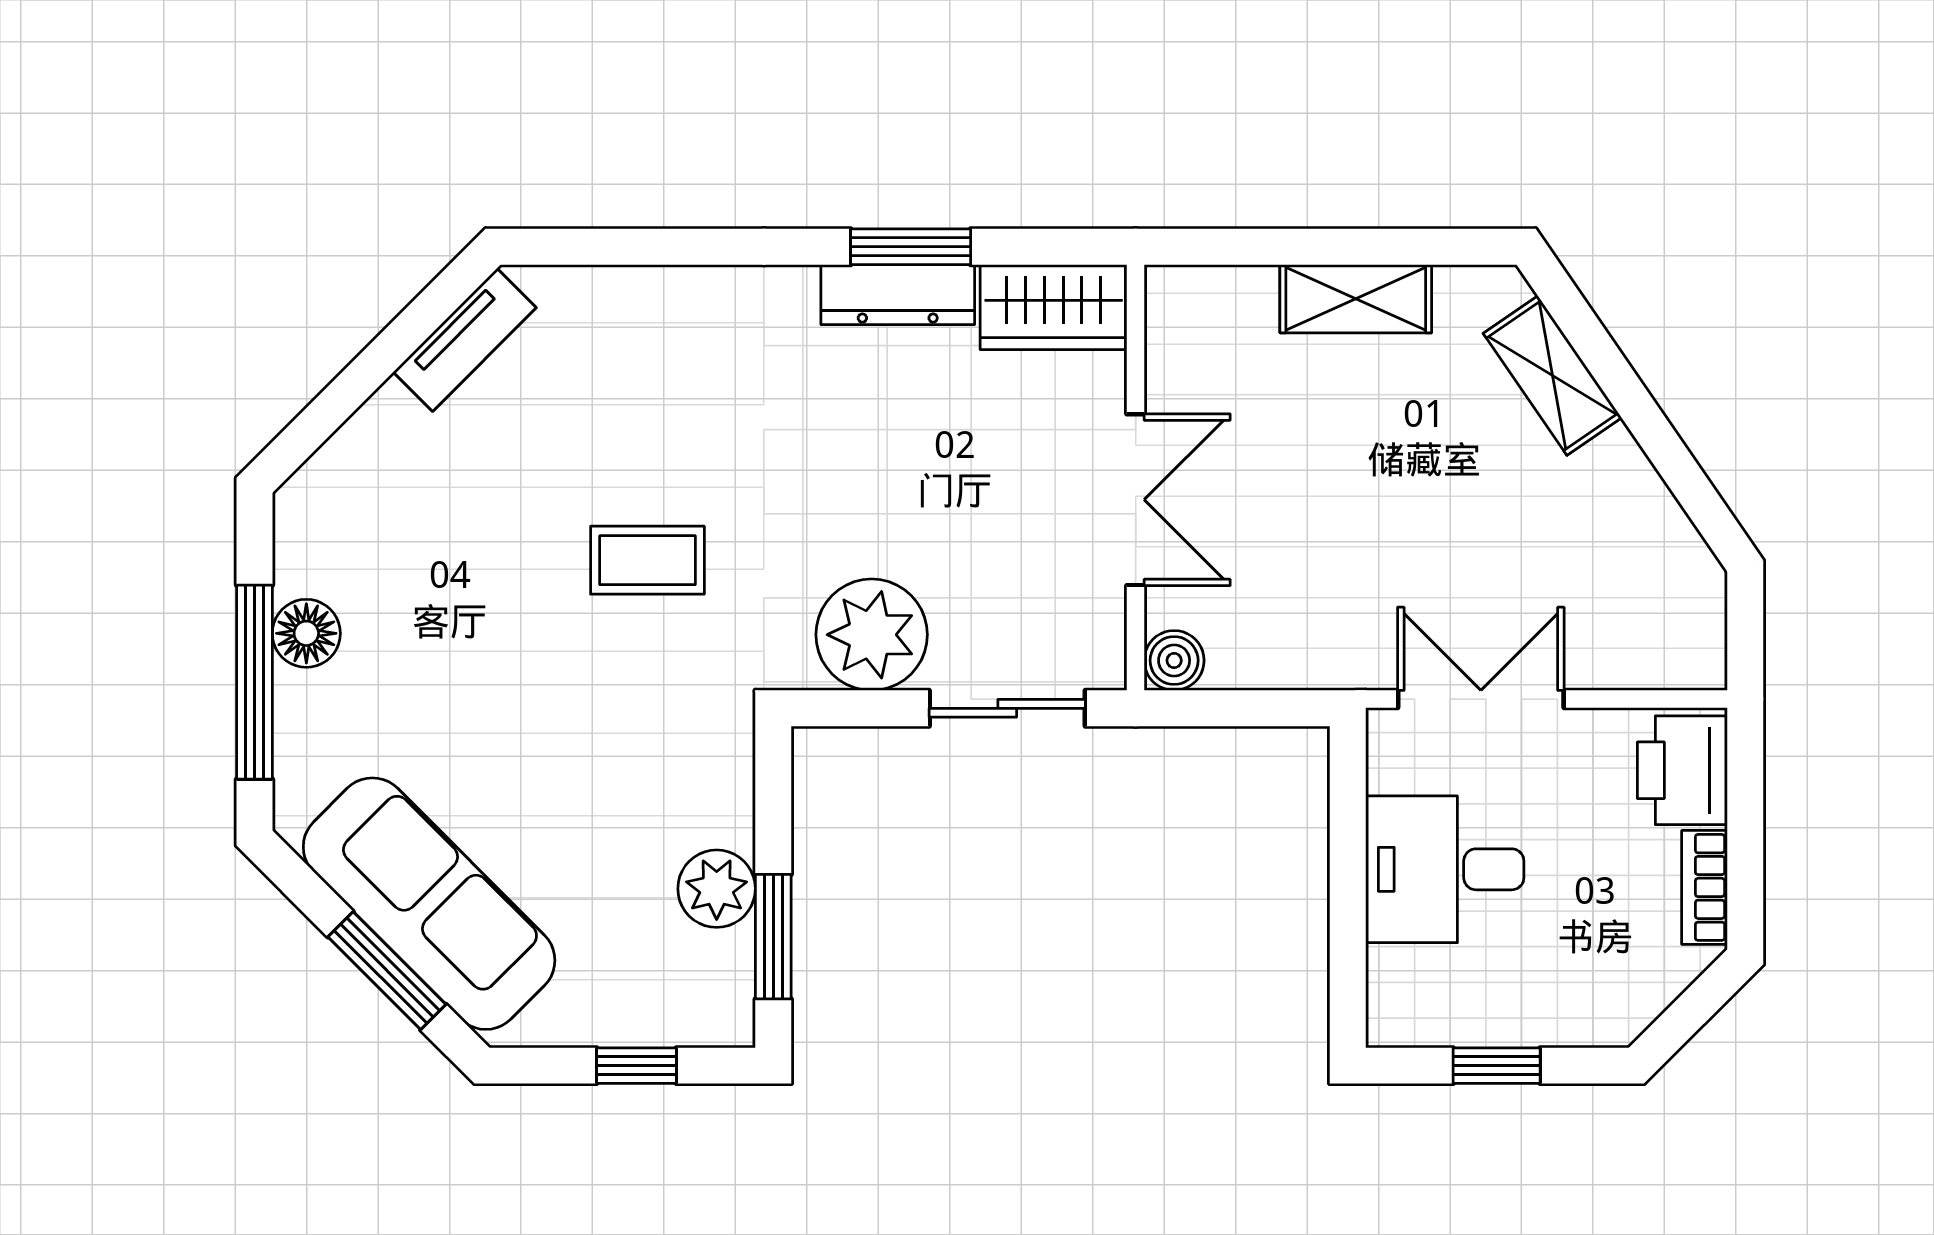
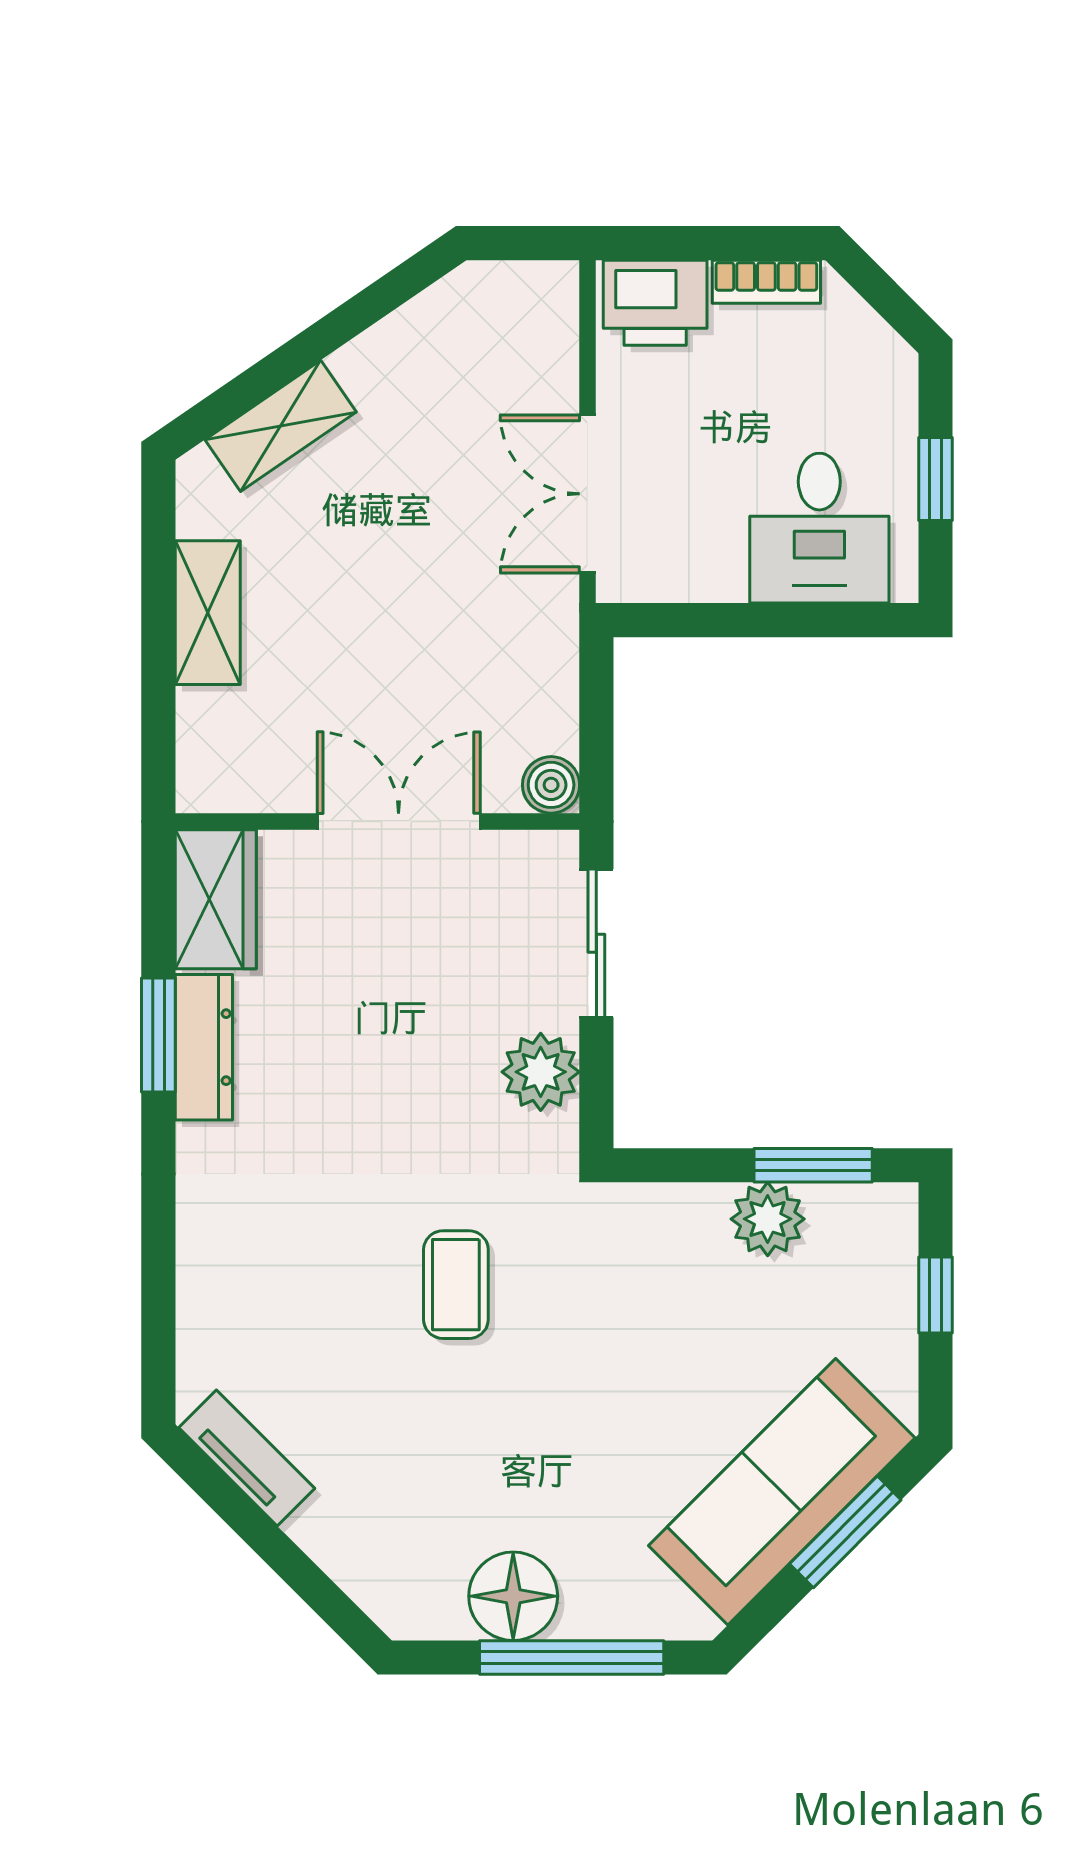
floor lamp: (306, 633) -> (513, 1596), width x1.38, depth x1.38
plant: (872, 635) -> (541, 1072), width x0.73, depth x0.73
desk: (1445, 869) -> (819, 528), moved

